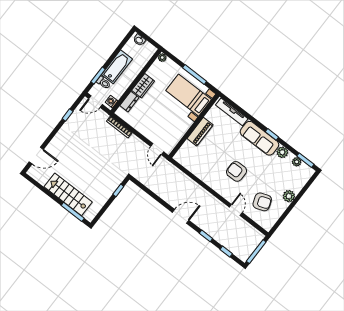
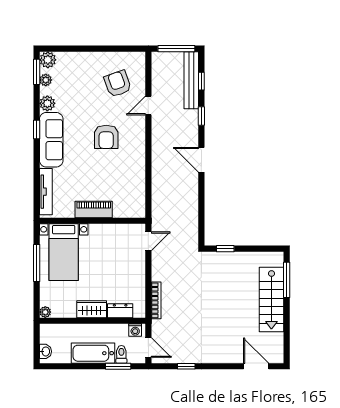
plant: (289, 196) -> (48, 60), moved
bench: (231, 246) -> (191, 80), added

